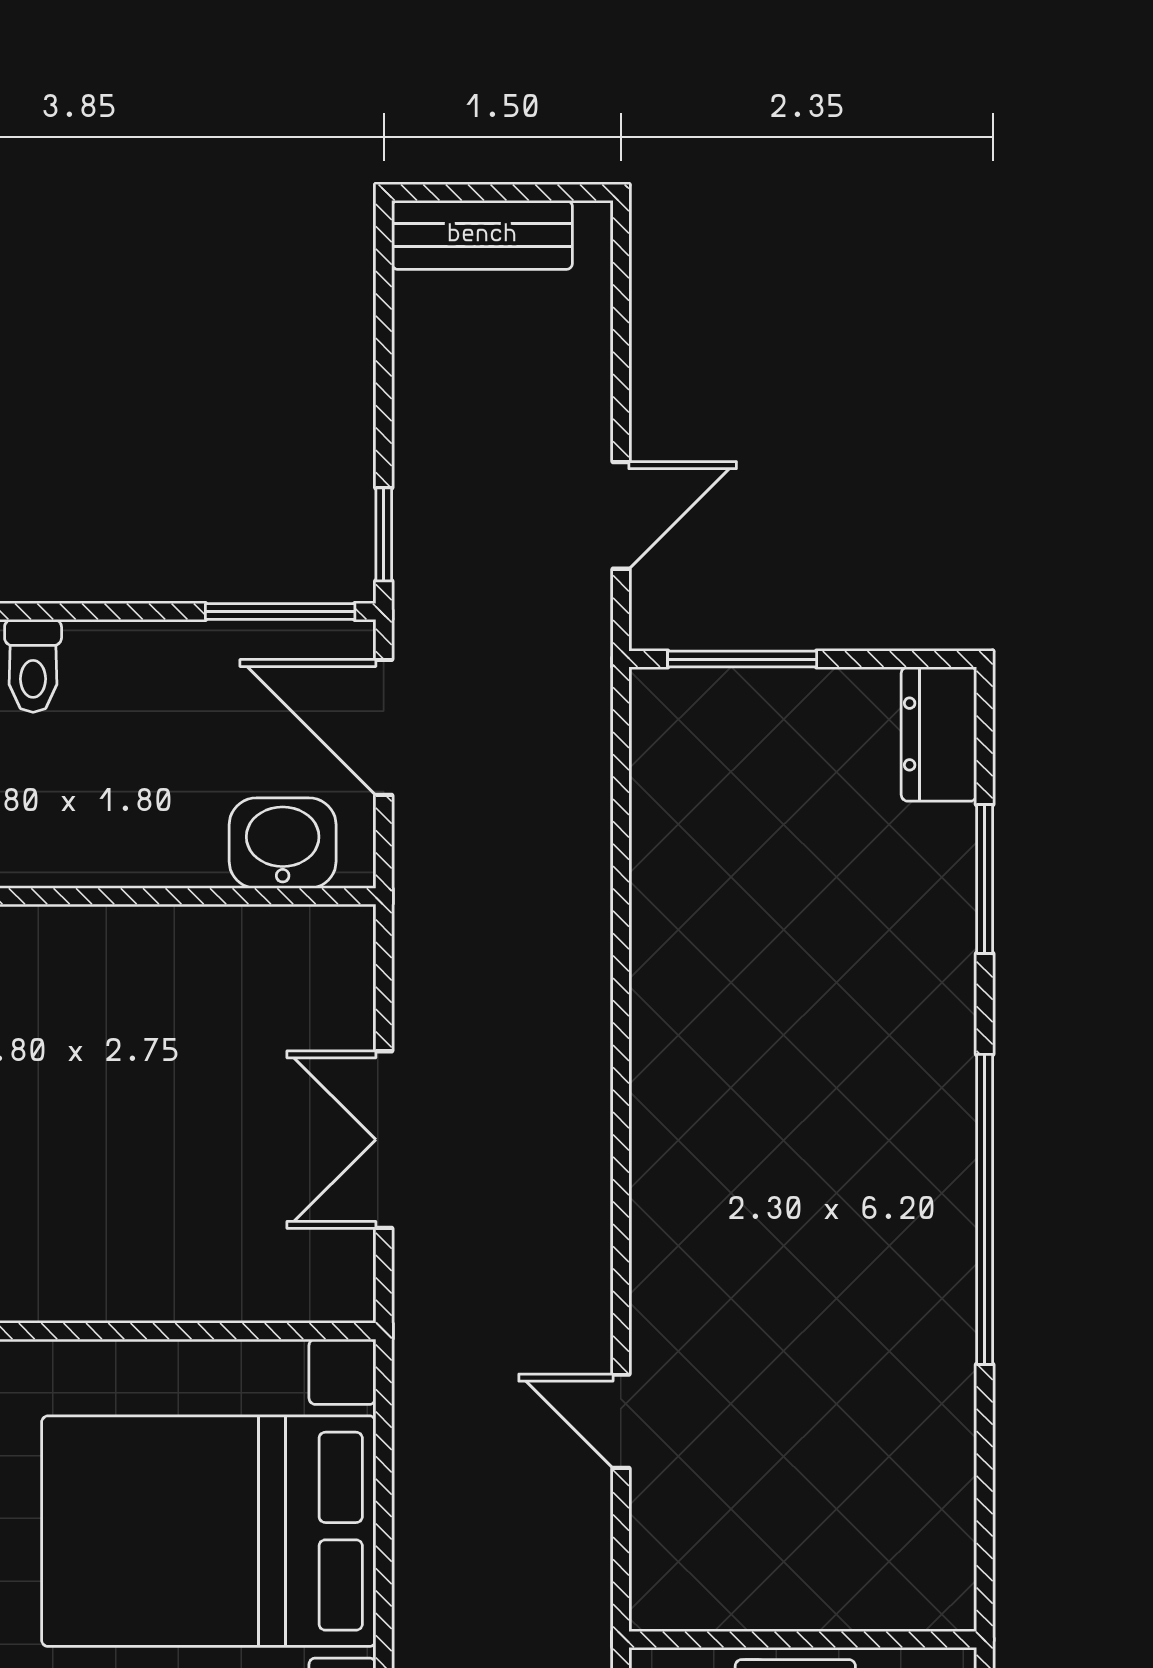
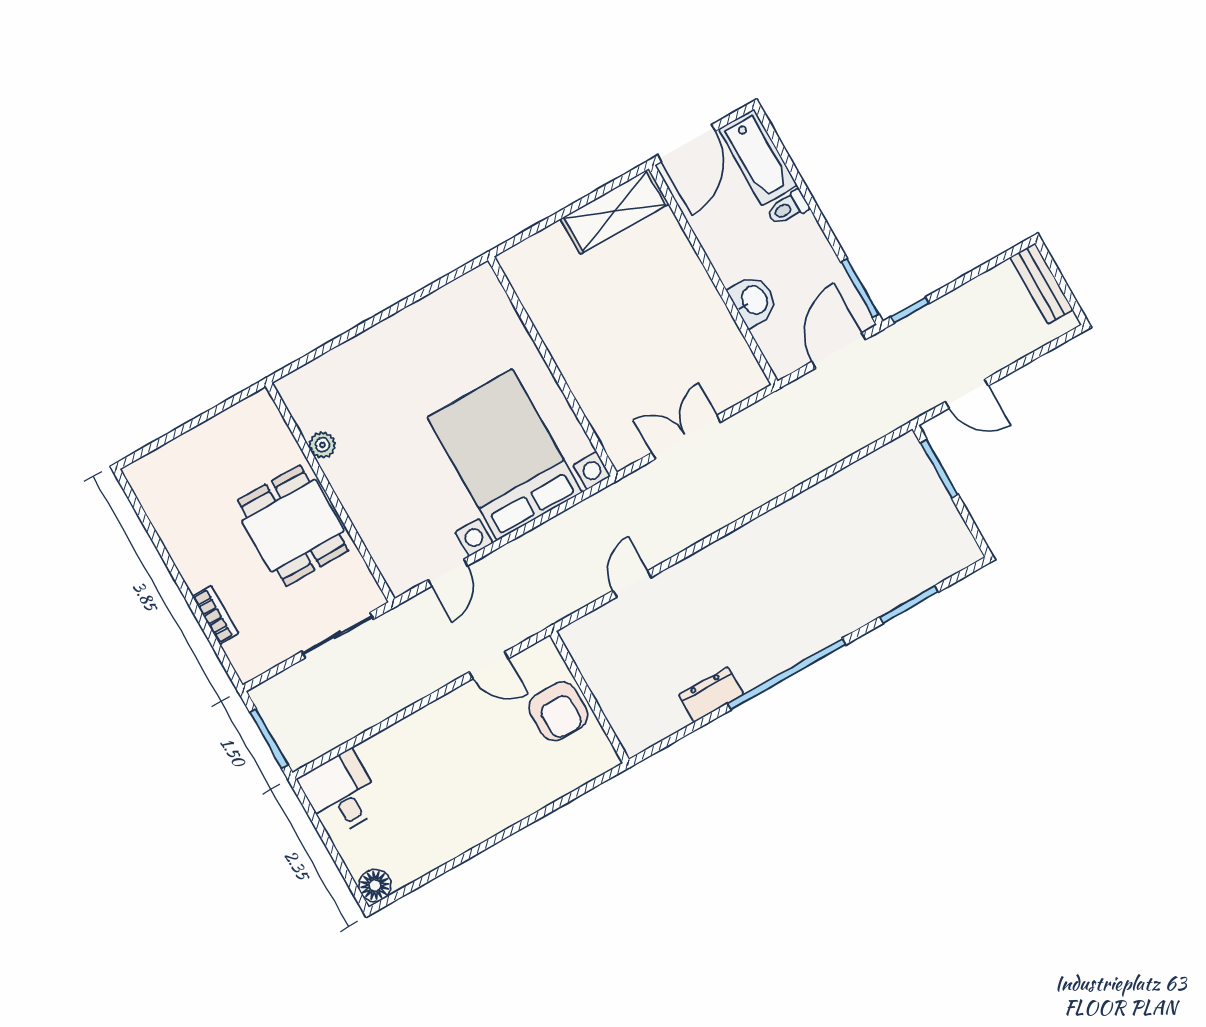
dresser: (939, 734) -> (711, 695), moved
washbasin: (283, 843) -> (754, 300), moved

